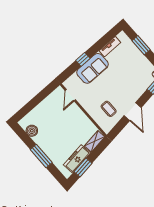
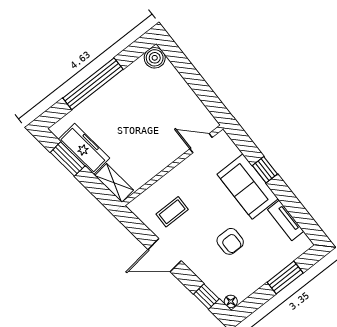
armchair: (123, 76) -> (230, 241), added
boiler: (32, 131) -> (155, 58), moved
window: (41, 156) -> (93, 84), width x1.46

